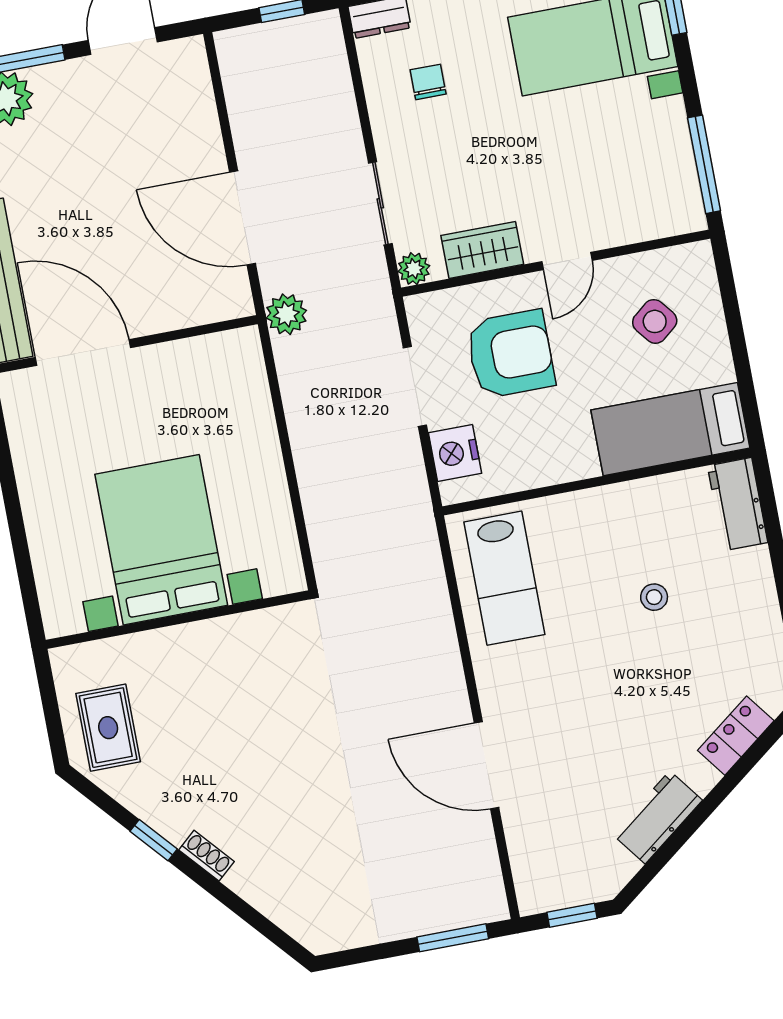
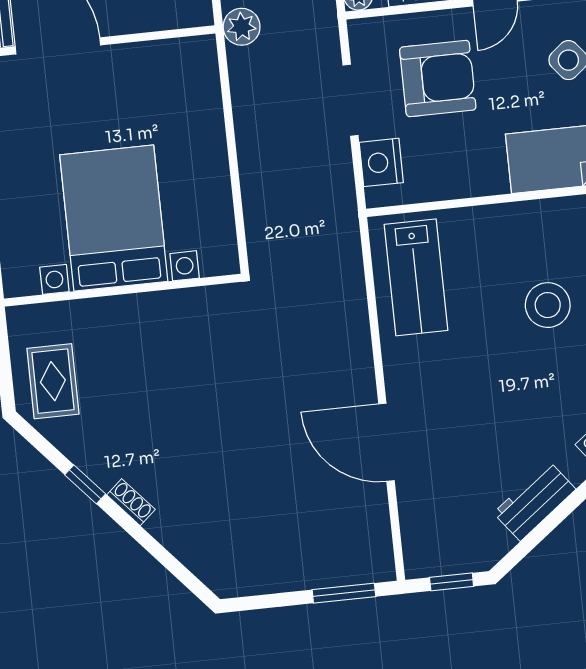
stool: (654, 597) -> (548, 305), width x1.89, depth x1.89

